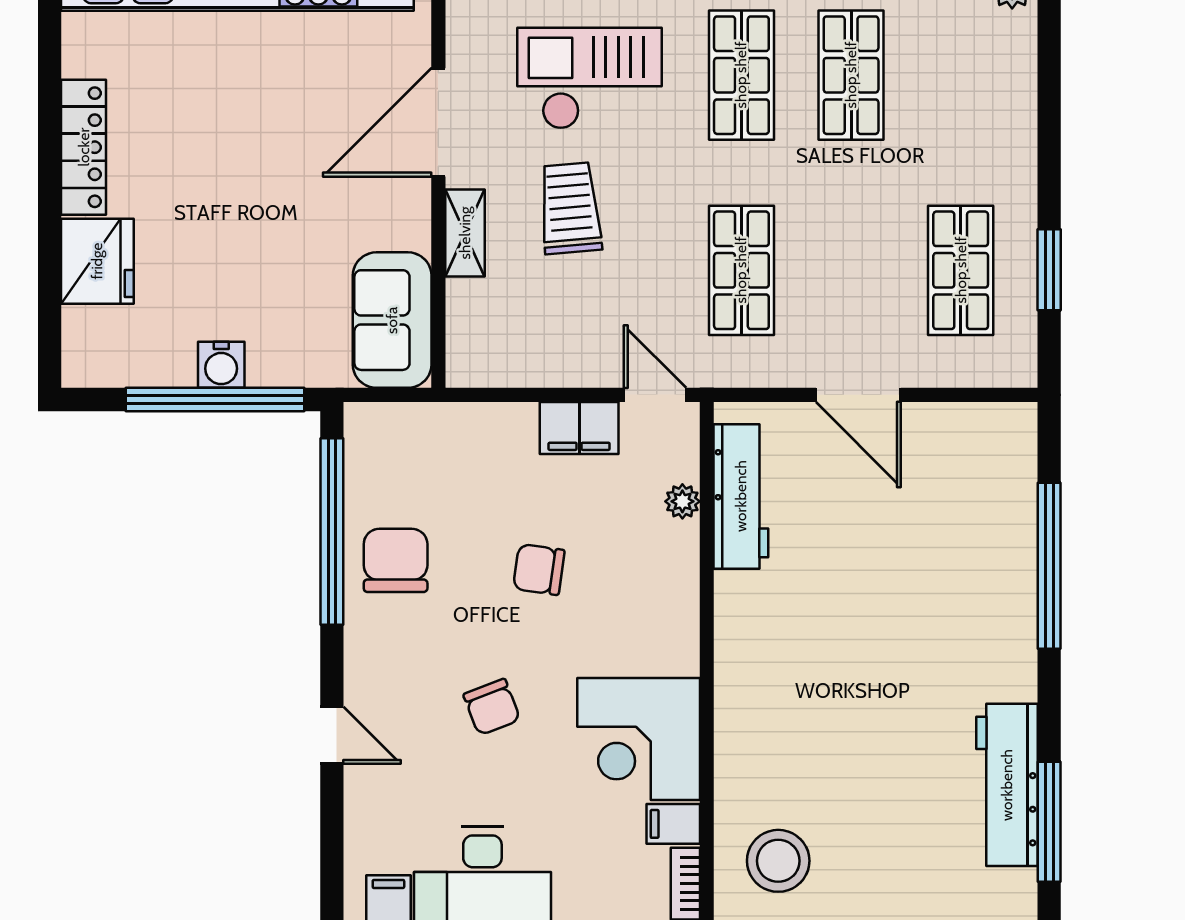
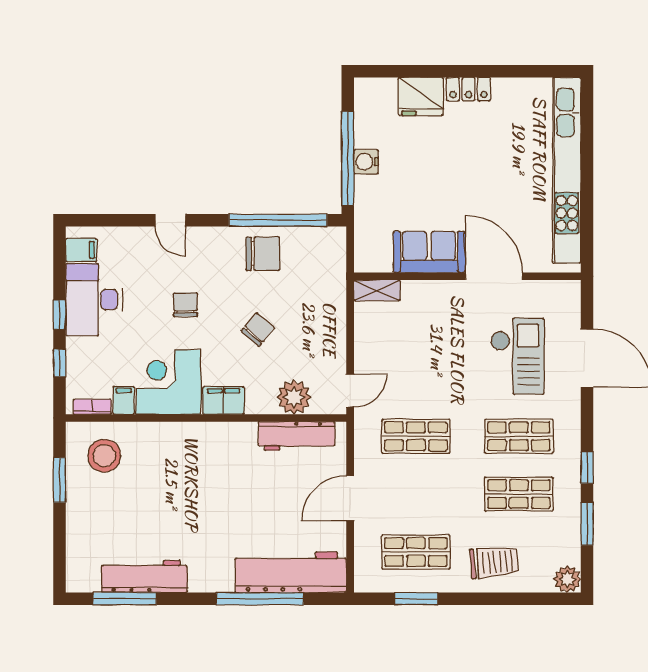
locker: (84, 147) -> (469, 89), width x0.66
trolley: (570, 208) -> (494, 562), moved
shelving: (465, 233) -> (377, 290), moved
sofa: (392, 320) -> (429, 252), moved
filing cabinet: (579, 428) -> (223, 400), moved, turned 90
plant: (682, 501) -> (294, 397), width x1.88, depth x1.88
workbench: (999, 507) -> (291, 572), added
chair: (539, 569) -> (258, 329), turned 33
chair: (492, 707) -> (185, 305), turned 111
door: (332, 735) -> (170, 220), hinge flipped

